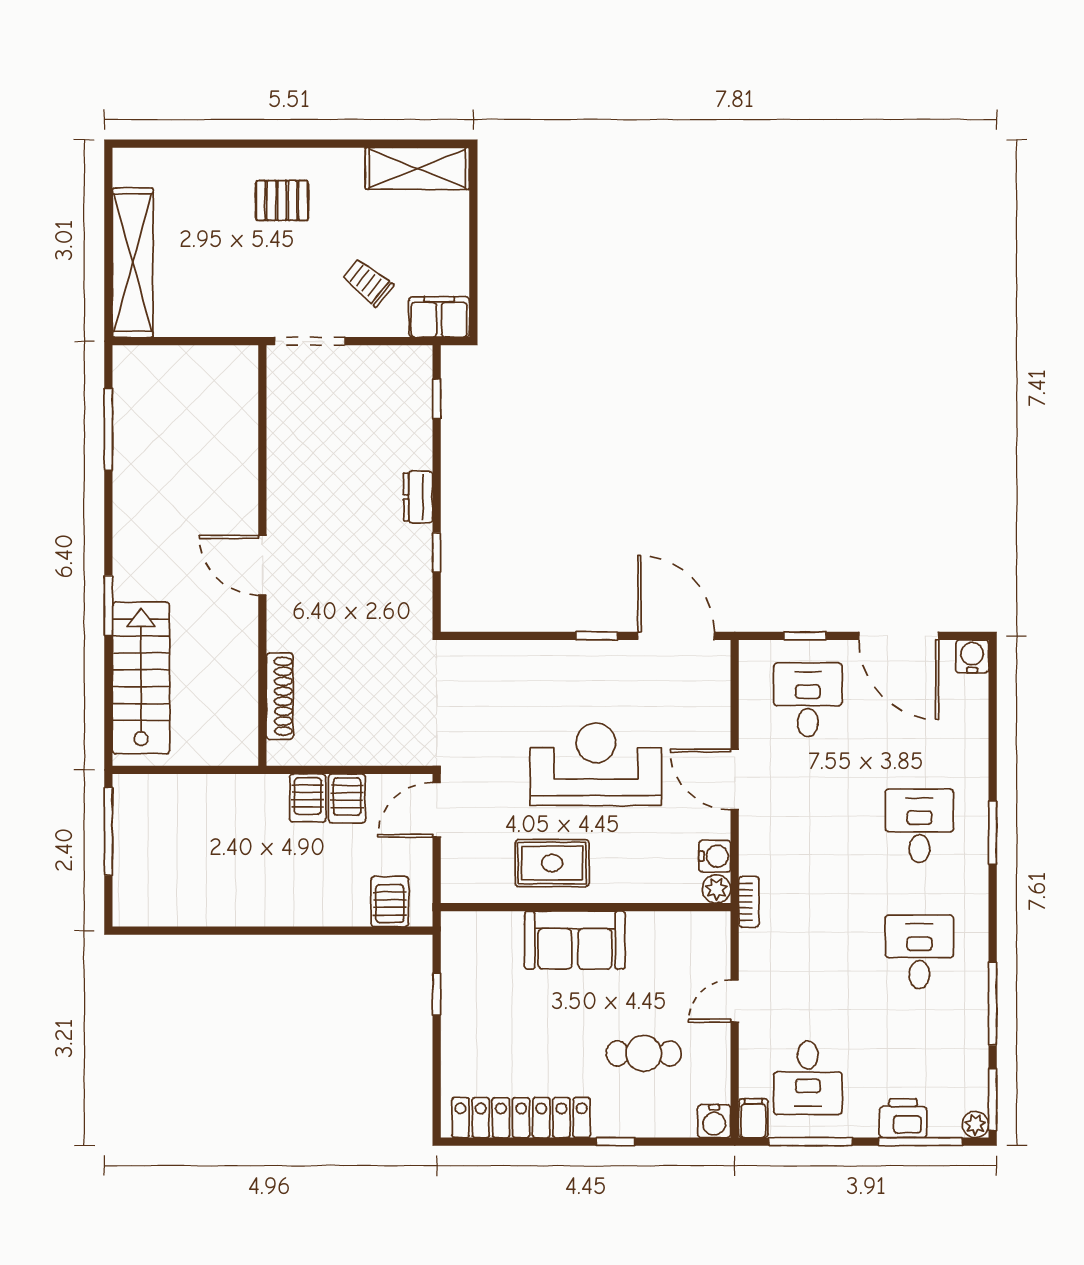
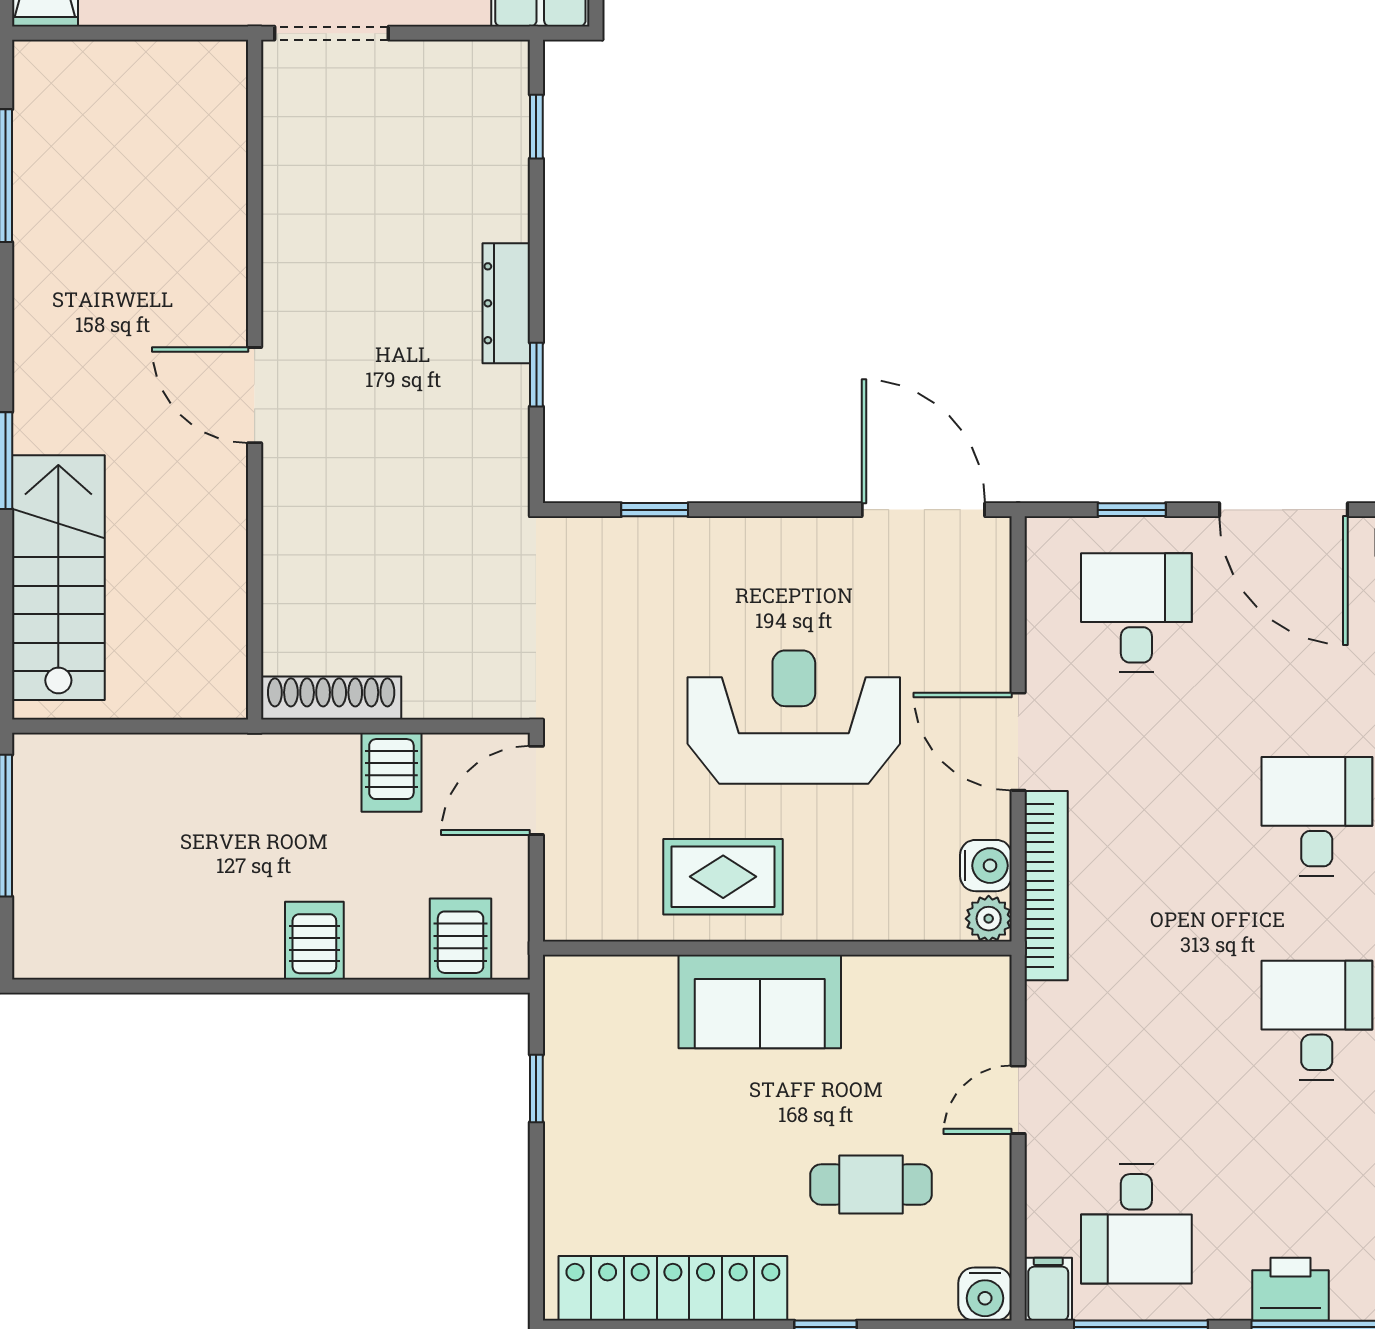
dresser: (418, 497) -> (506, 303), width x1.44
window: (597, 636) -> (655, 510), moved
shoe rack: (280, 696) -> (331, 698), moved, turned -90
server rack: (308, 798) -> (314, 941), moved, turned 180
bookcase: (749, 902) -> (1046, 886), width x2.31, depth x1.31

